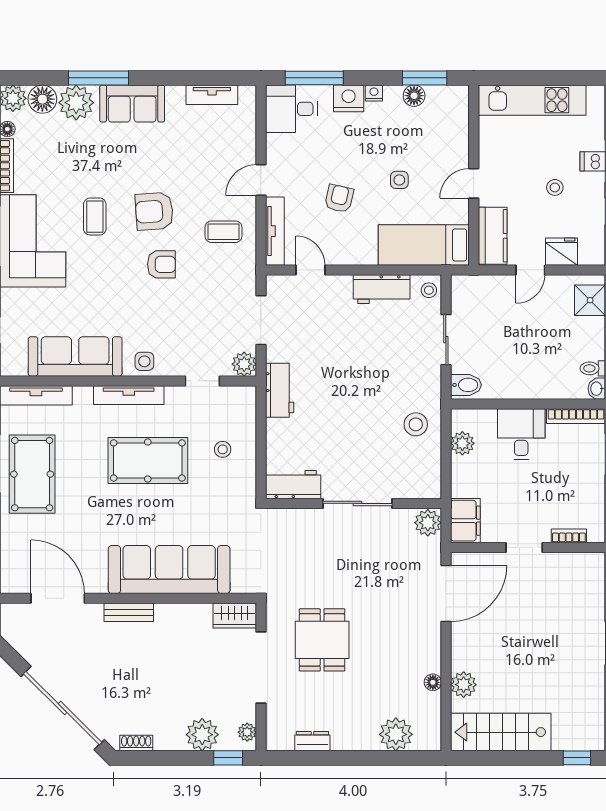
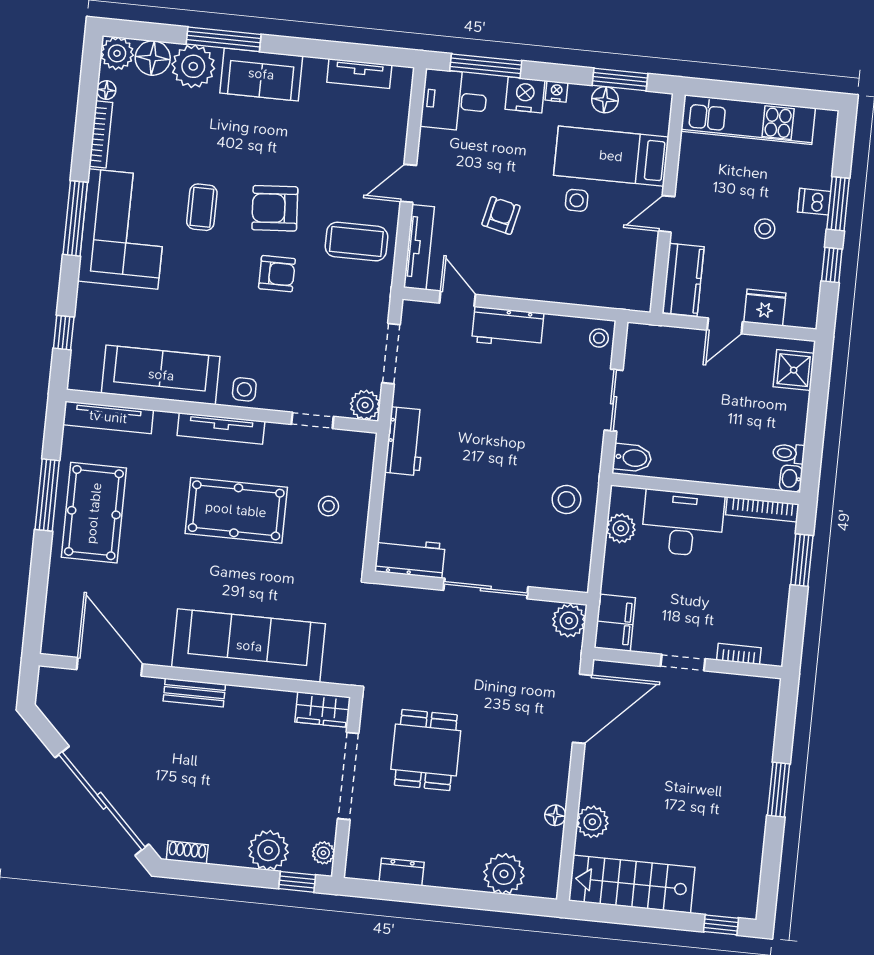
coffee table: (223, 232) -> (356, 242), width x1.36, depth x1.30
bed: (424, 245) -> (611, 156), moved
workbench: (382, 289) -> (508, 327), moved
desk: (521, 434) -> (683, 523), width x1.37

